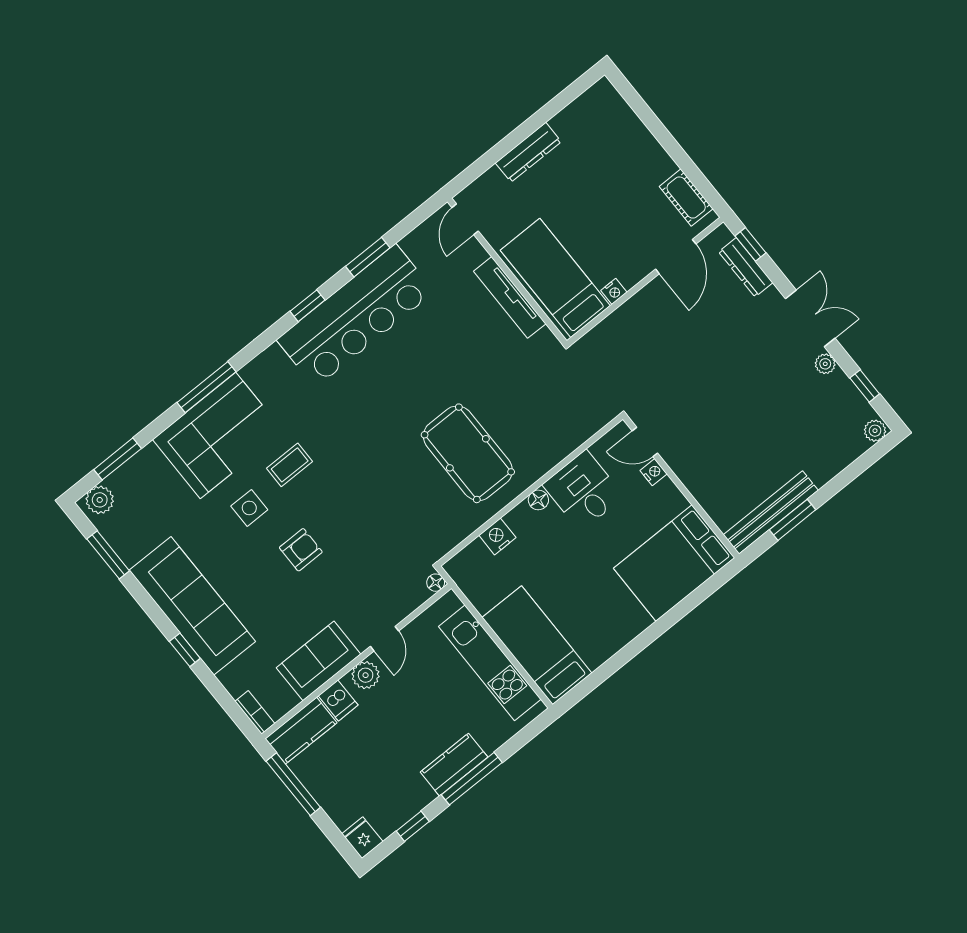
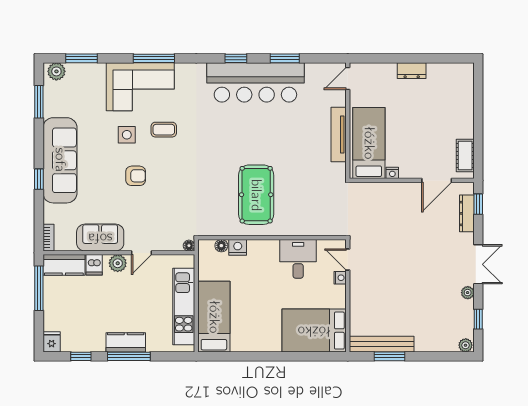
dresser: (528, 152) -> (412, 71), width x0.70
floor lamp: (538, 500) -> (221, 246), moved

